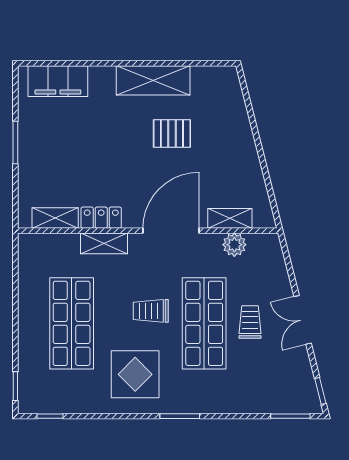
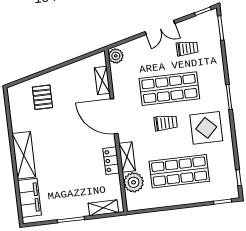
shelving: (153, 80) -> (24, 155), moved
pallet: (172, 134) -> (42, 97), moved
shelving: (55, 218) -> (103, 208), moved, turned 90
plant: (234, 245) -> (116, 56), moved
plant: (63, 249) -> (134, 182), added
trolley: (151, 311) -> (166, 123), turned -90
trolley: (250, 322) -> (187, 48), moved, turned 180

